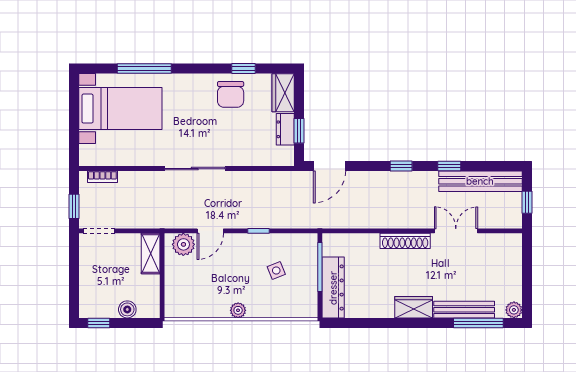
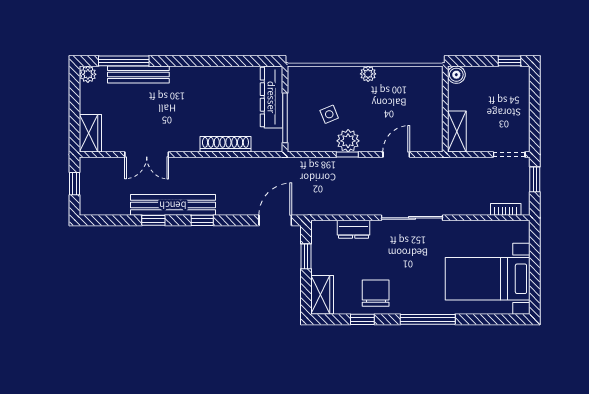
window: (144, 69) -> (428, 319), moved
dresser: (285, 129) -> (354, 229), moved, turned 90
bench: (480, 181) -> (173, 205), moved
shoe rack: (405, 241) -> (225, 144), moved
plant: (183, 244) -> (348, 141), moved
wardrobe: (414, 307) -> (90, 133), moved, turned -90
boiler: (127, 309) -> (456, 75), moved

